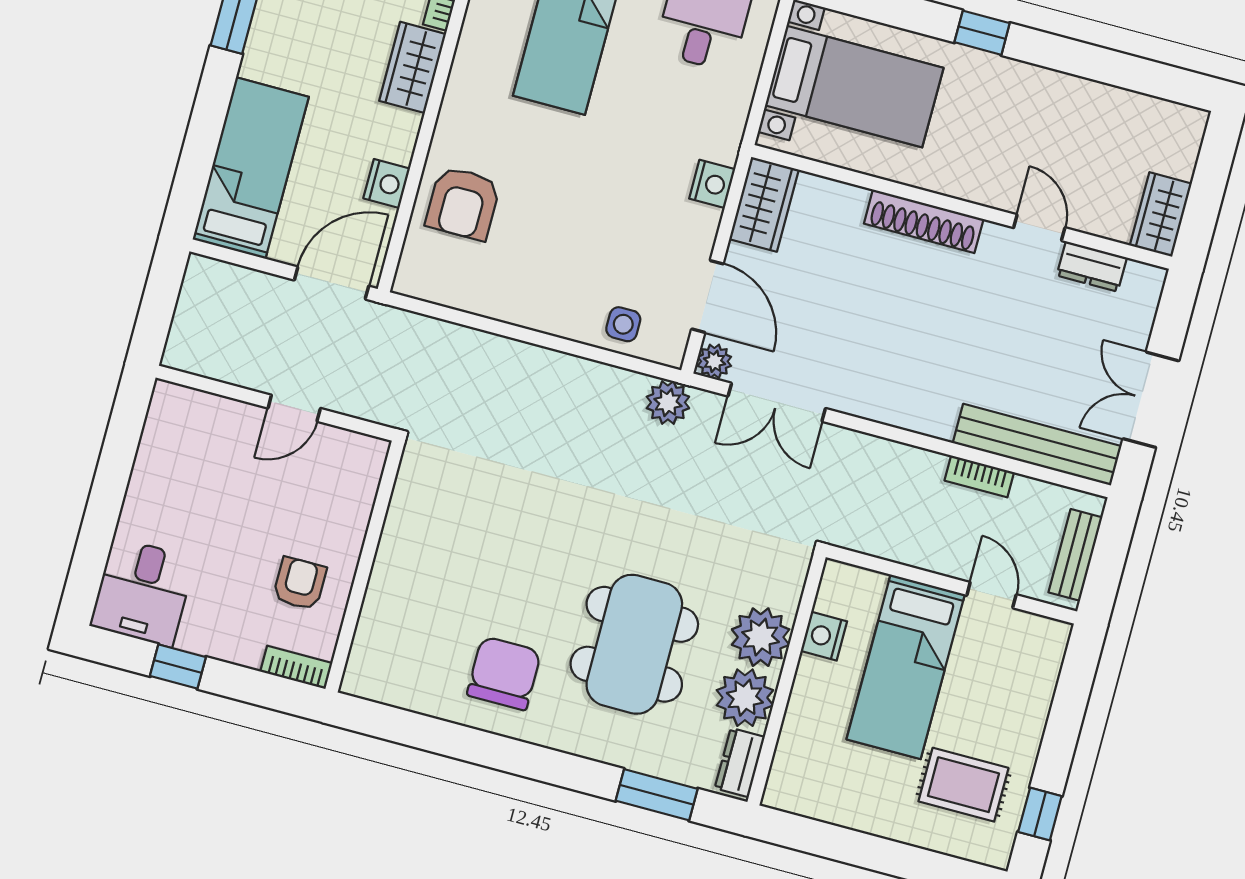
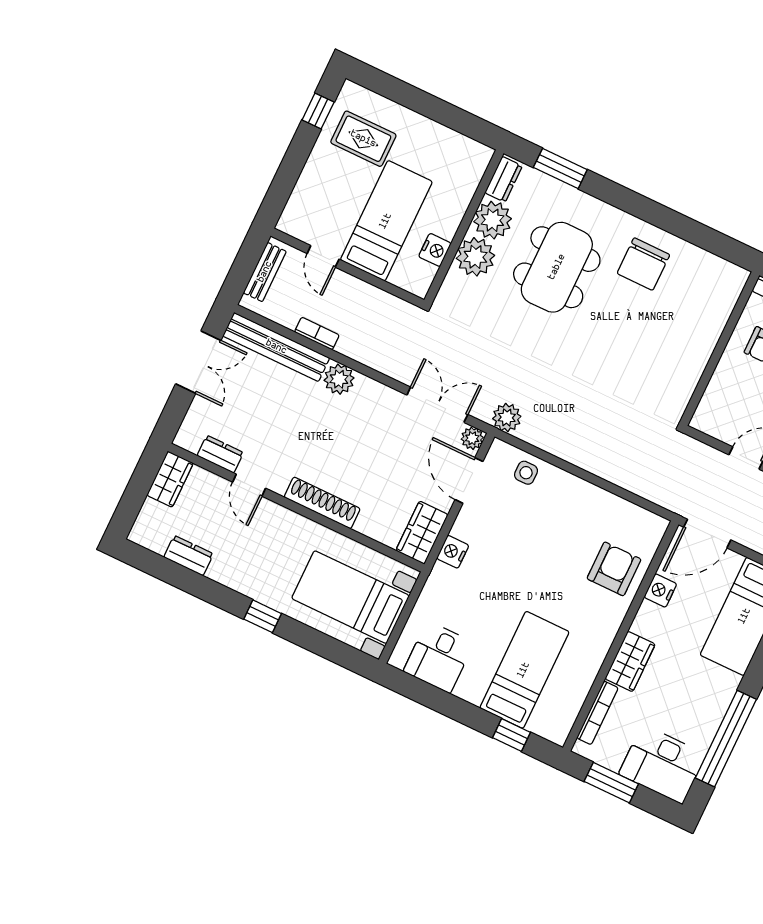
dresser: (1111, 104) -> (189, 556), added
plant: (933, 414) -> (339, 379), added

